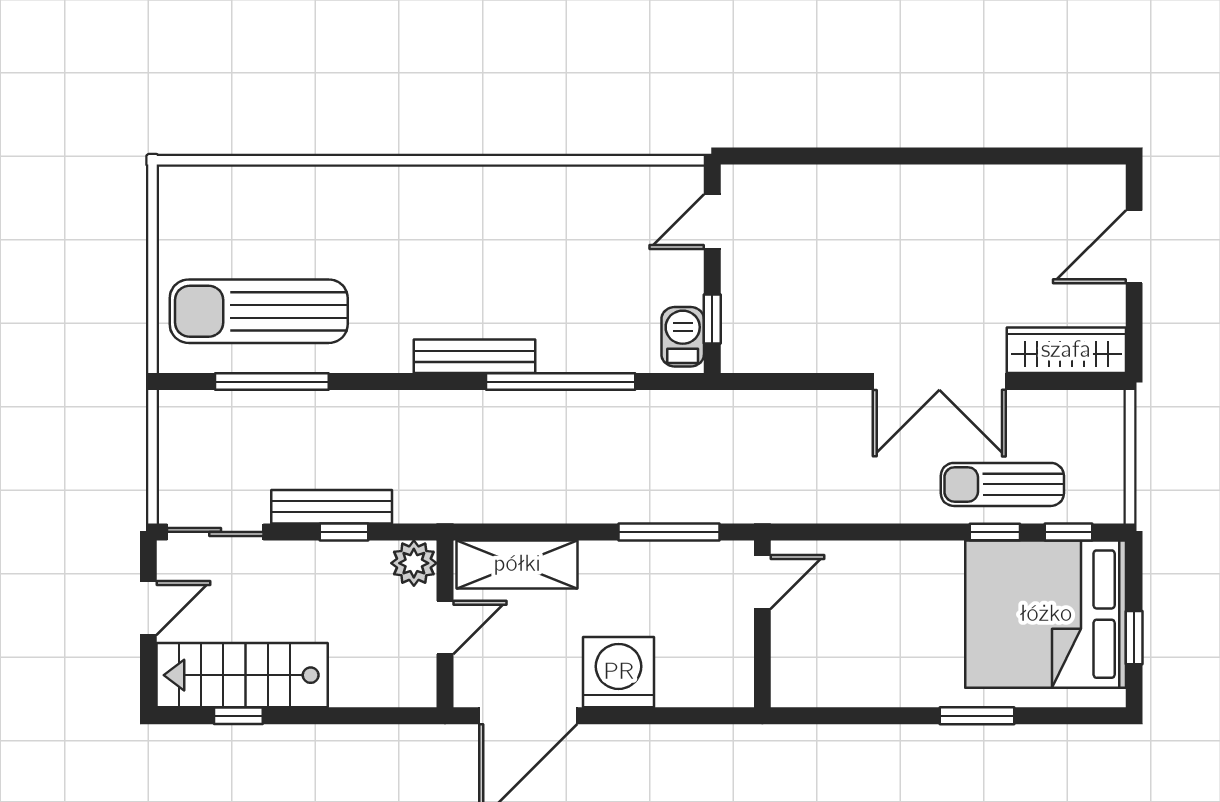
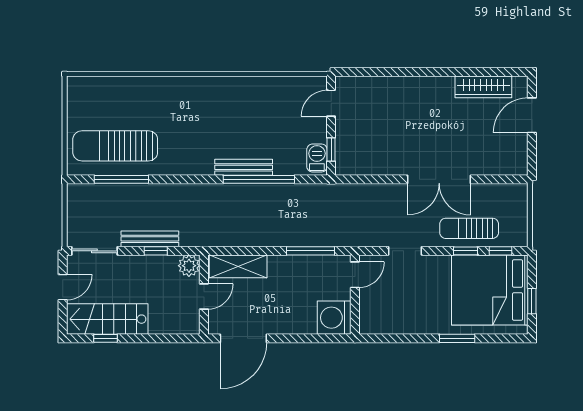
wardrobe: (1066, 350) -> (483, 87), moved, turned 180
bench: (474, 356) -> (244, 167), moved
doorway: (868, 532) -> (405, 251), added
washing machine: (619, 672) -> (334, 318), moved, turned -90

